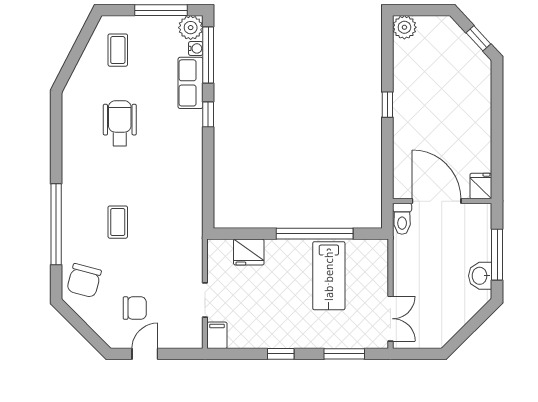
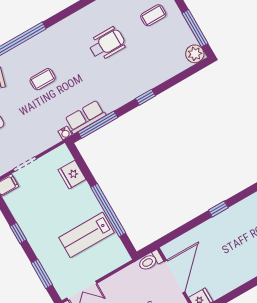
water cooler: (196, 48) -> (65, 133), moved
window: (208, 55) -> (98, 125), moved
row of seats: (190, 83) -> (85, 117), moved

